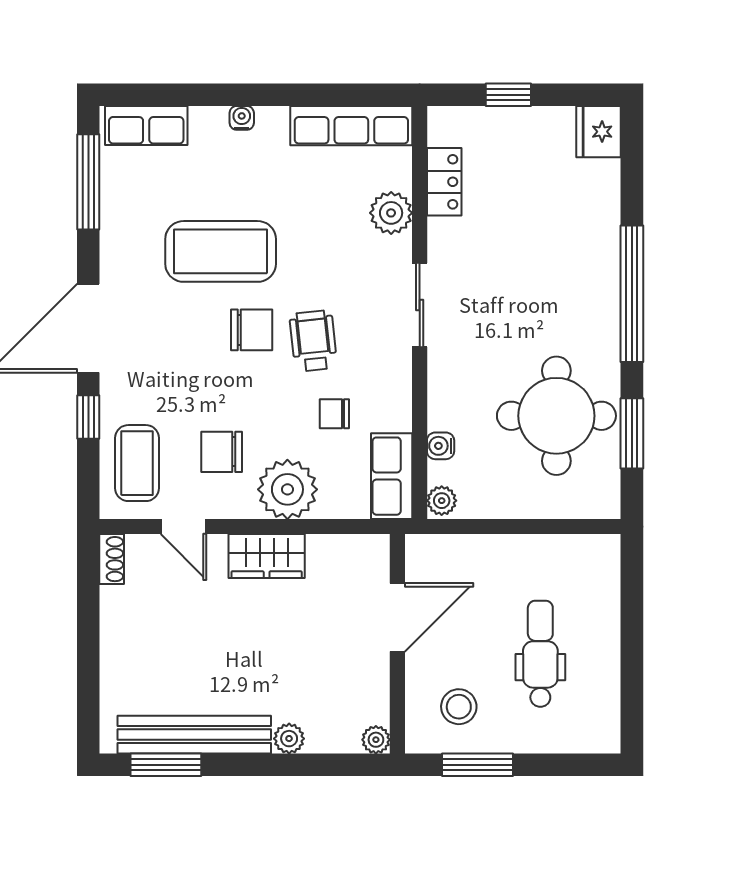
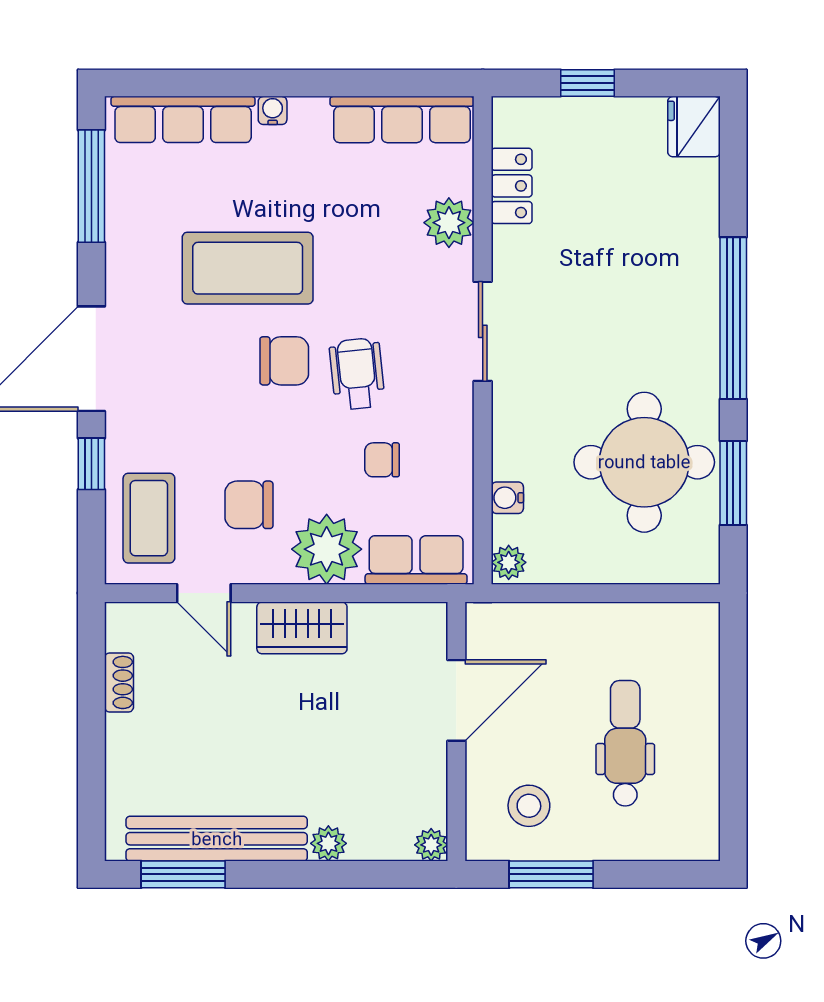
row of seats: (146, 126) -> (183, 119), width x1.48
row of seats: (392, 476) -> (416, 560), moved, turned 90
shoe rack: (112, 559) -> (119, 682), moved

